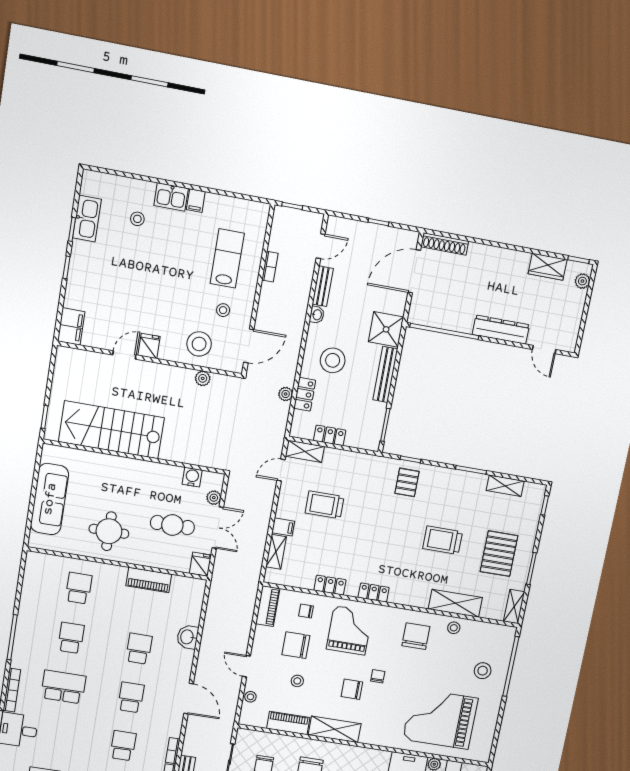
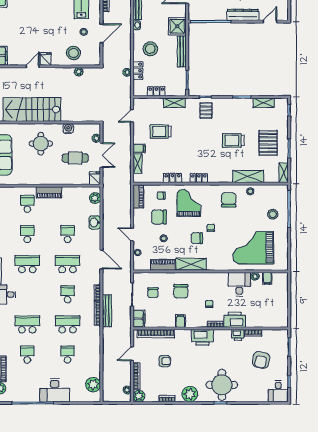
door: (249, 346) -> (101, 33), moved
door: (544, 349) -> (270, 22), swing flipped
shelving: (305, 451) -> (174, 103), moved
water cooler: (192, 477) -> (68, 129), moved
round table: (109, 531) -> (41, 144), moved
piano: (149, 580) -> (49, 192), moved
plant: (195, 597) -> (95, 198), added
school desk: (131, 697) -> (68, 264), width x1.85

